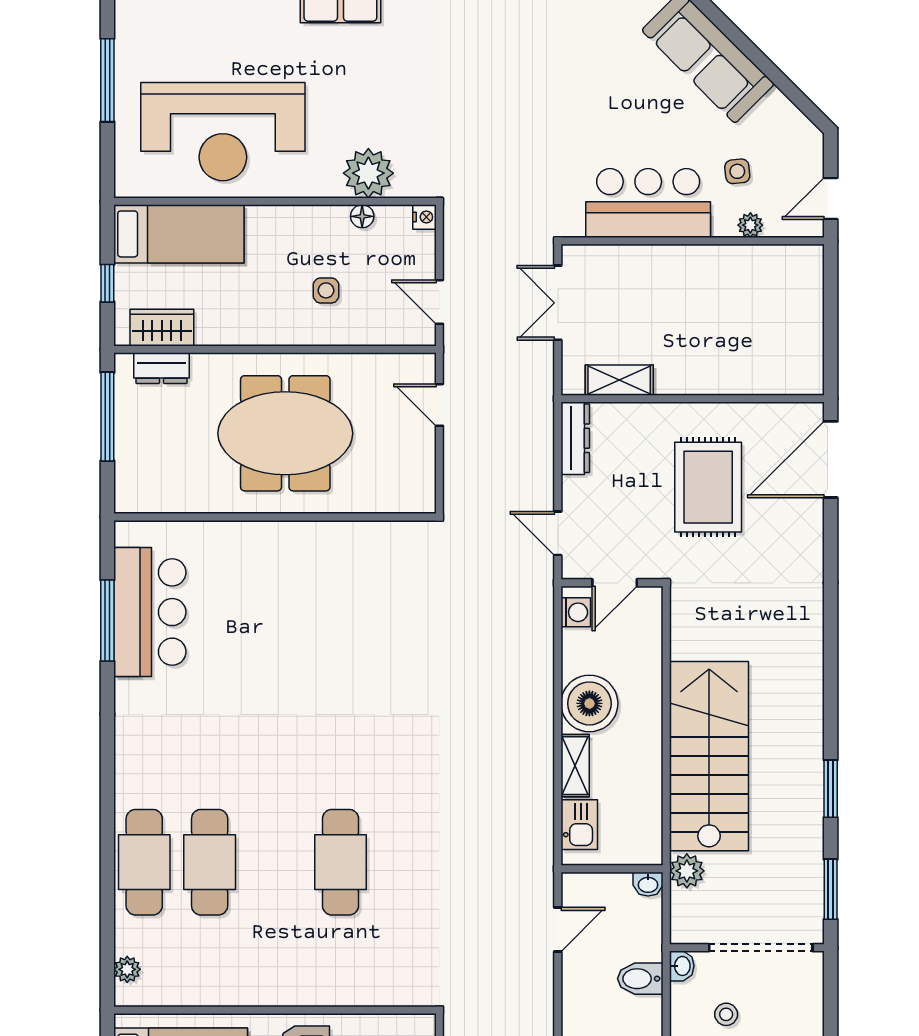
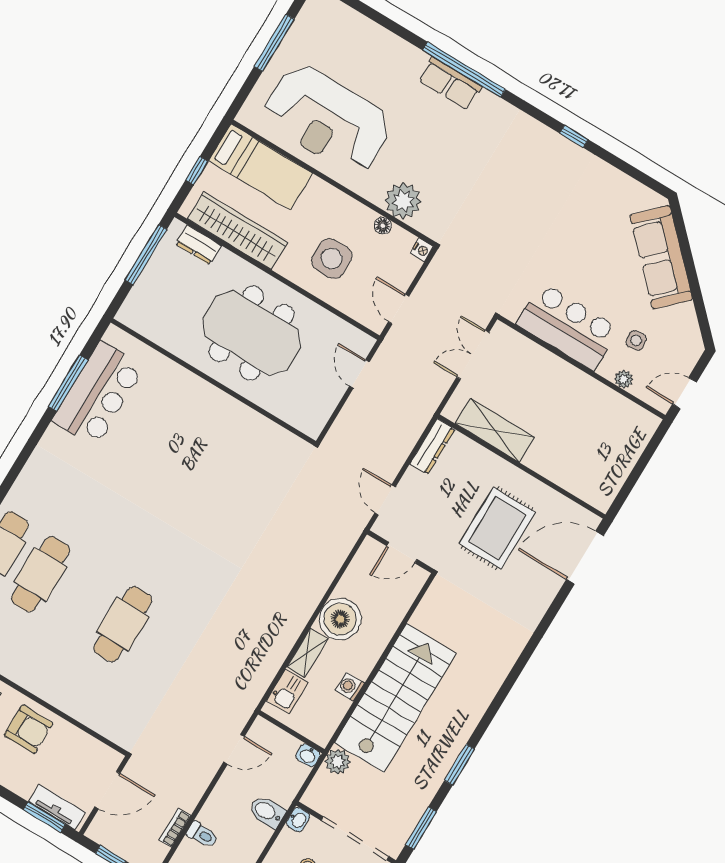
side table: (326, 290) -> (332, 259), width x1.87, depth x1.87
wardrobe: (162, 328) -> (237, 231), width x2.10, depth x1.17
shelving: (619, 380) -> (495, 430), width x1.50, depth x1.33
washing machine: (576, 612) -> (350, 687), moved, turned 180

